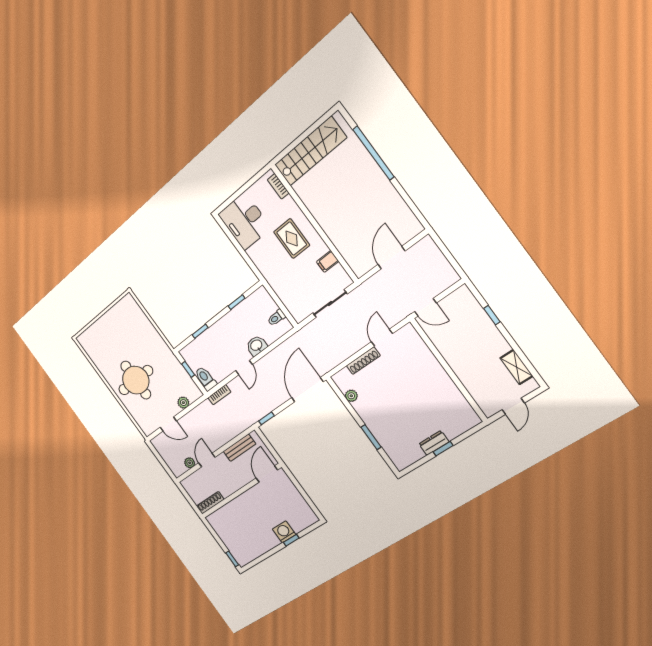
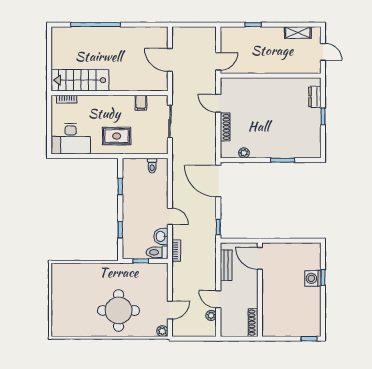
stairs: (310, 151) -> (80, 80), moved, turned -90
rug: (292, 238) -> (117, 136), moved
washbasin: (256, 346) -> (161, 236), moved
plant: (183, 403) -> (162, 331), moved
dresser: (434, 443) -> (315, 97), moved

